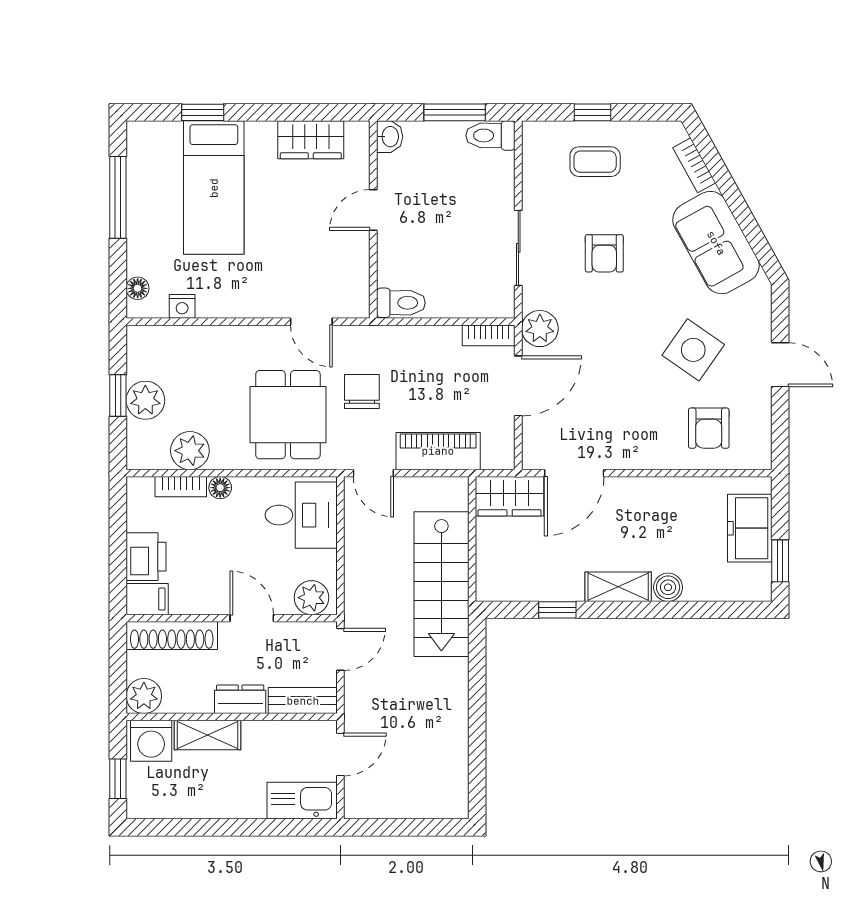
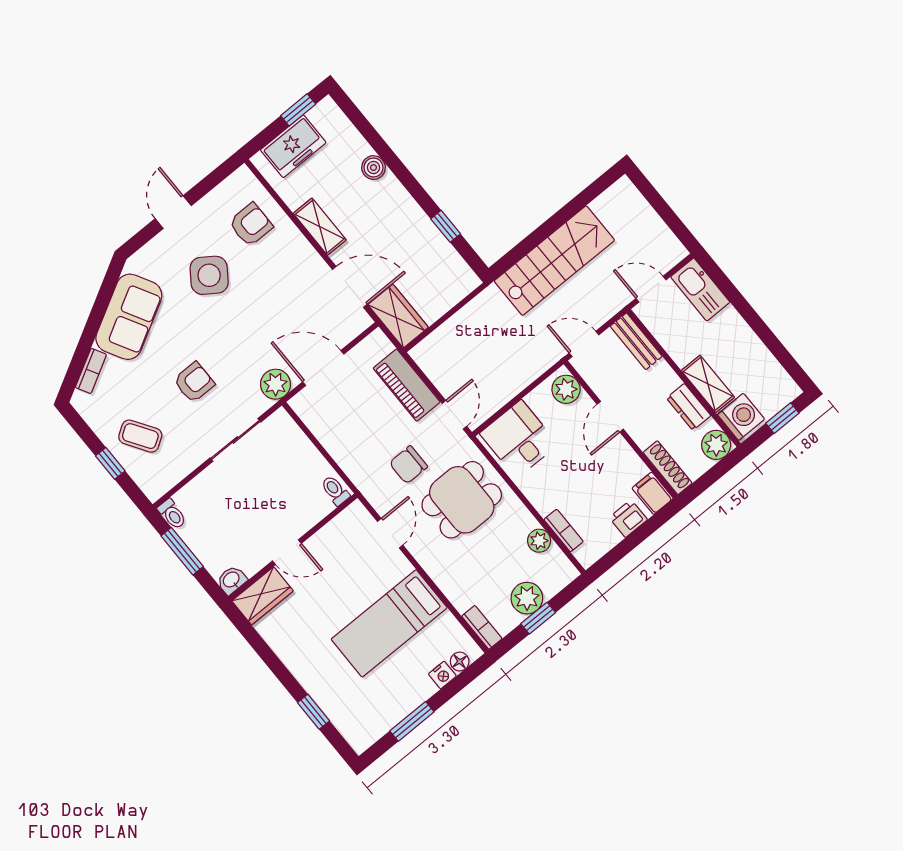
toilet: (490, 135) -> (172, 514), width x0.73, depth x0.72
wardrobe: (311, 140) -> (263, 596), moved, turned 90
coffee table: (595, 162) -> (140, 436), turned -33
bed: (214, 188) -> (389, 623), moved, turned 180
window: (118, 197) -> (412, 721), width x0.69
toilet: (401, 303) -> (335, 490), width x0.73, depth x0.72
nightstand: (182, 306) -> (442, 675), moved, turned 90
bookcase: (489, 335) -> (482, 627), moved
plant: (190, 451) -> (539, 541), width x0.73, depth x0.73
floor lamp: (220, 488) -> (544, 505), removed
printer: (146, 557) -> (628, 519), width x0.73, depth x0.81
stairs: (441, 584) -> (554, 261), moved
shelving: (618, 587) -> (320, 227), moved
shoe rack: (172, 635) -> (668, 468), width x0.74, depth x0.81
dresser: (240, 699) -> (689, 407), moved

